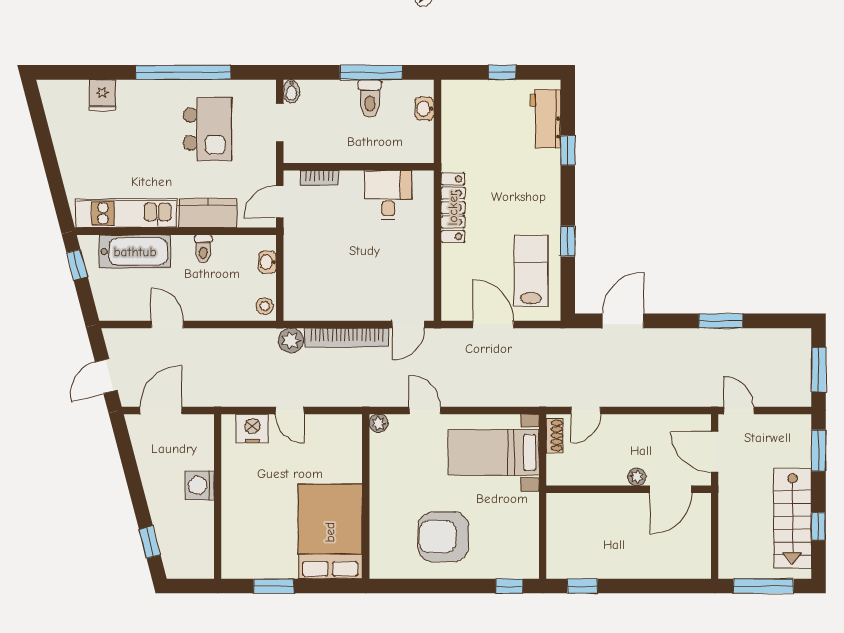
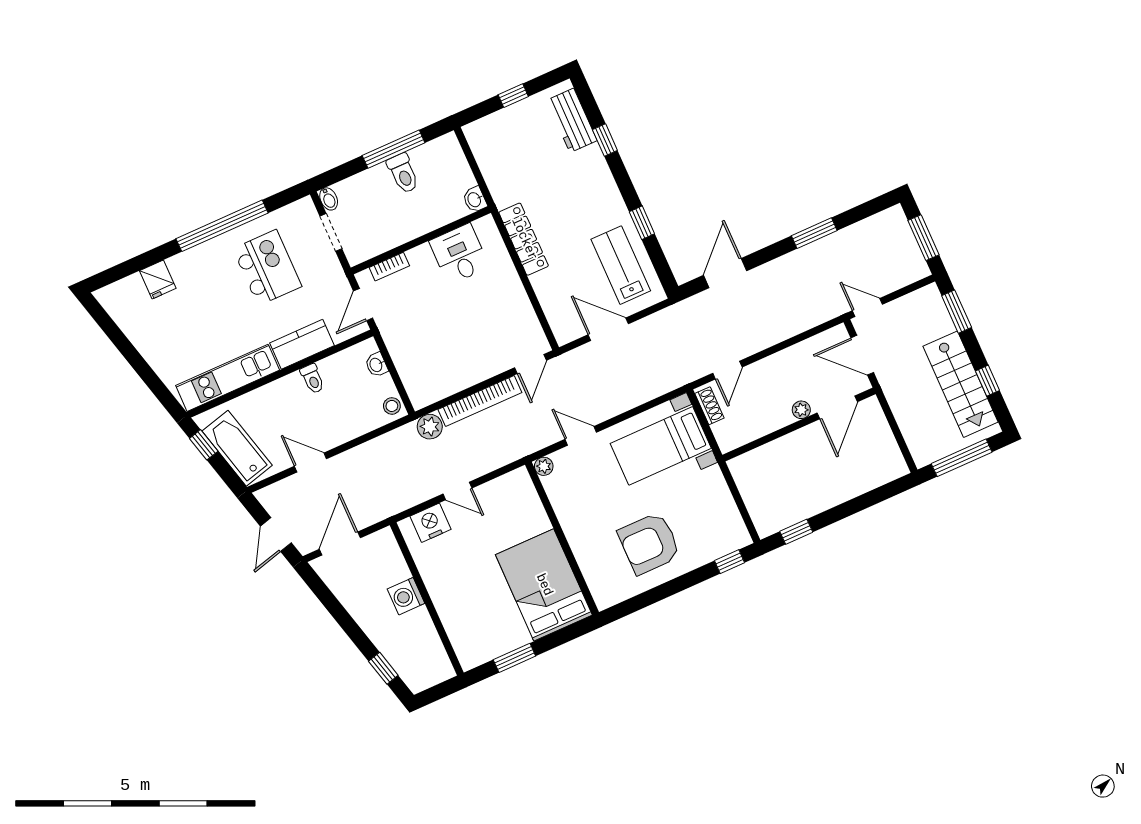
washbasin: (424, 109) -> (475, 200), moved
bathtub: (135, 252) -> (237, 448), moved, turned -105

